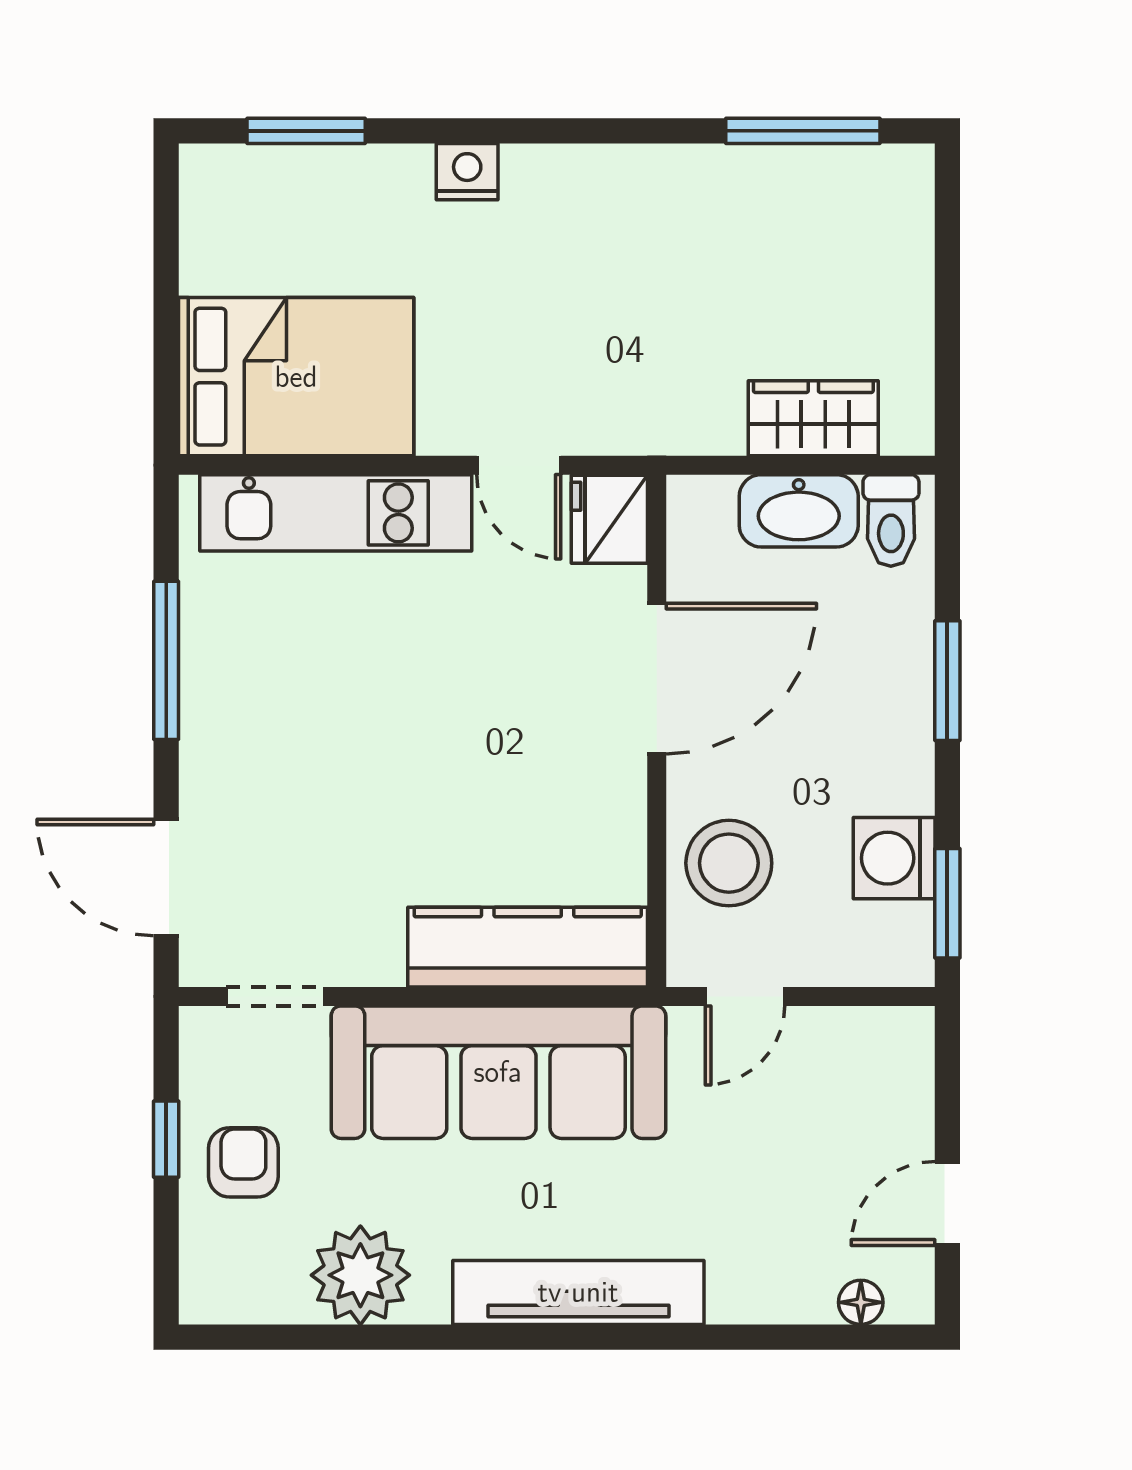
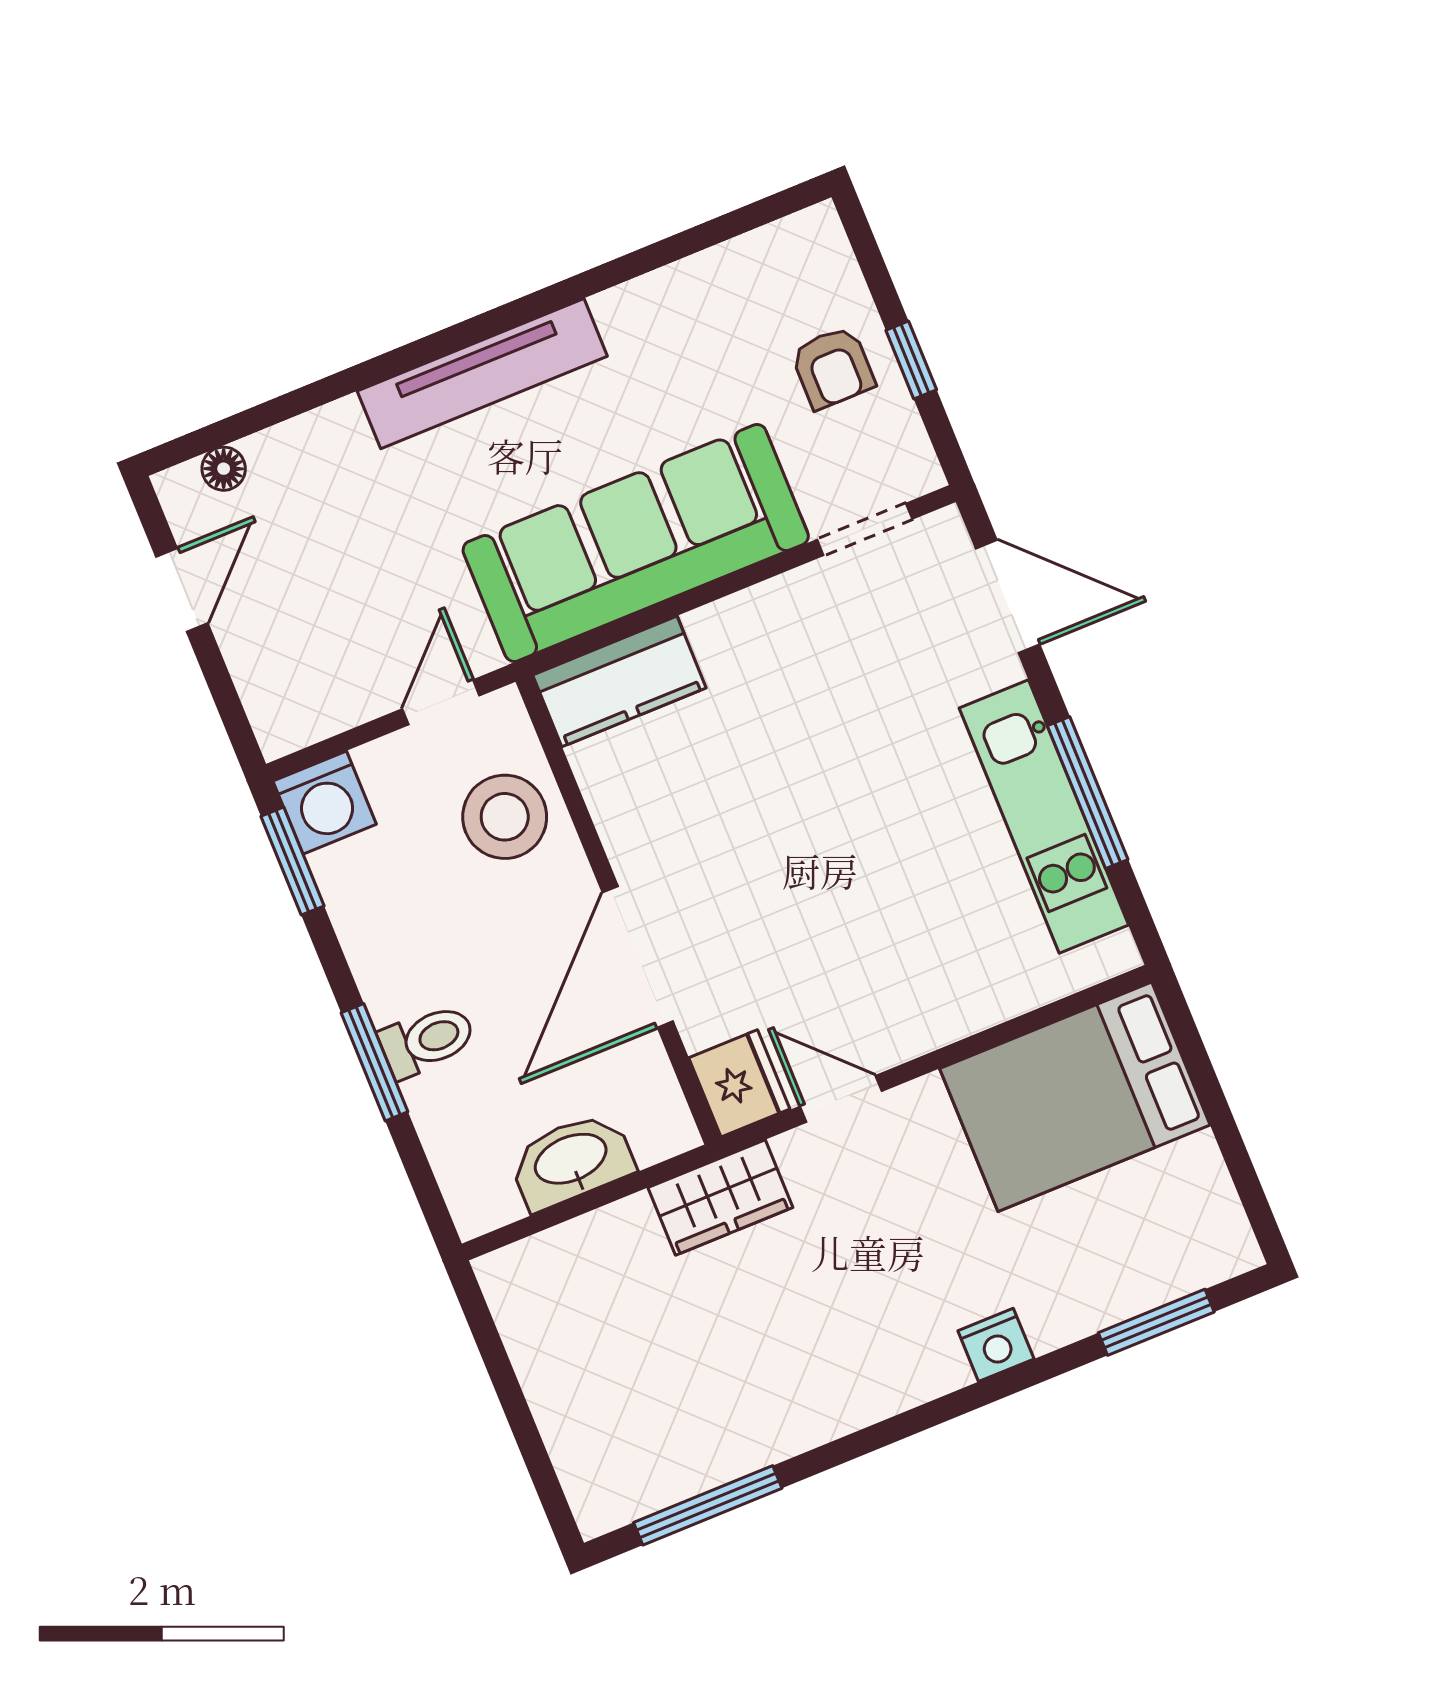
wardrobe: (813, 418) -> (720, 1198), moved
kitchen unit: (336, 513) -> (1044, 817), moved, turned -90
toilet: (891, 521) -> (427, 1040), moved, turned 90
washing machine: (894, 858) -> (325, 803), moved, turned 90
kitchen counter: (528, 947) -> (619, 681), width x0.67
plant: (360, 1275) -> (686, 309), removed

